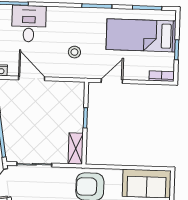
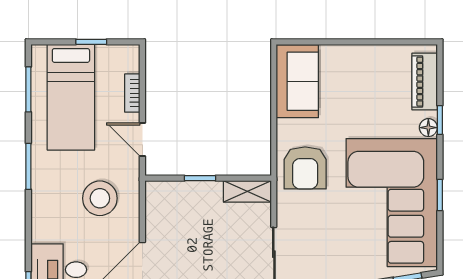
stool: (74, 52) -> (100, 198), width x1.89, depth x1.89
bookcase: (162, 76) -> (132, 93), moved

